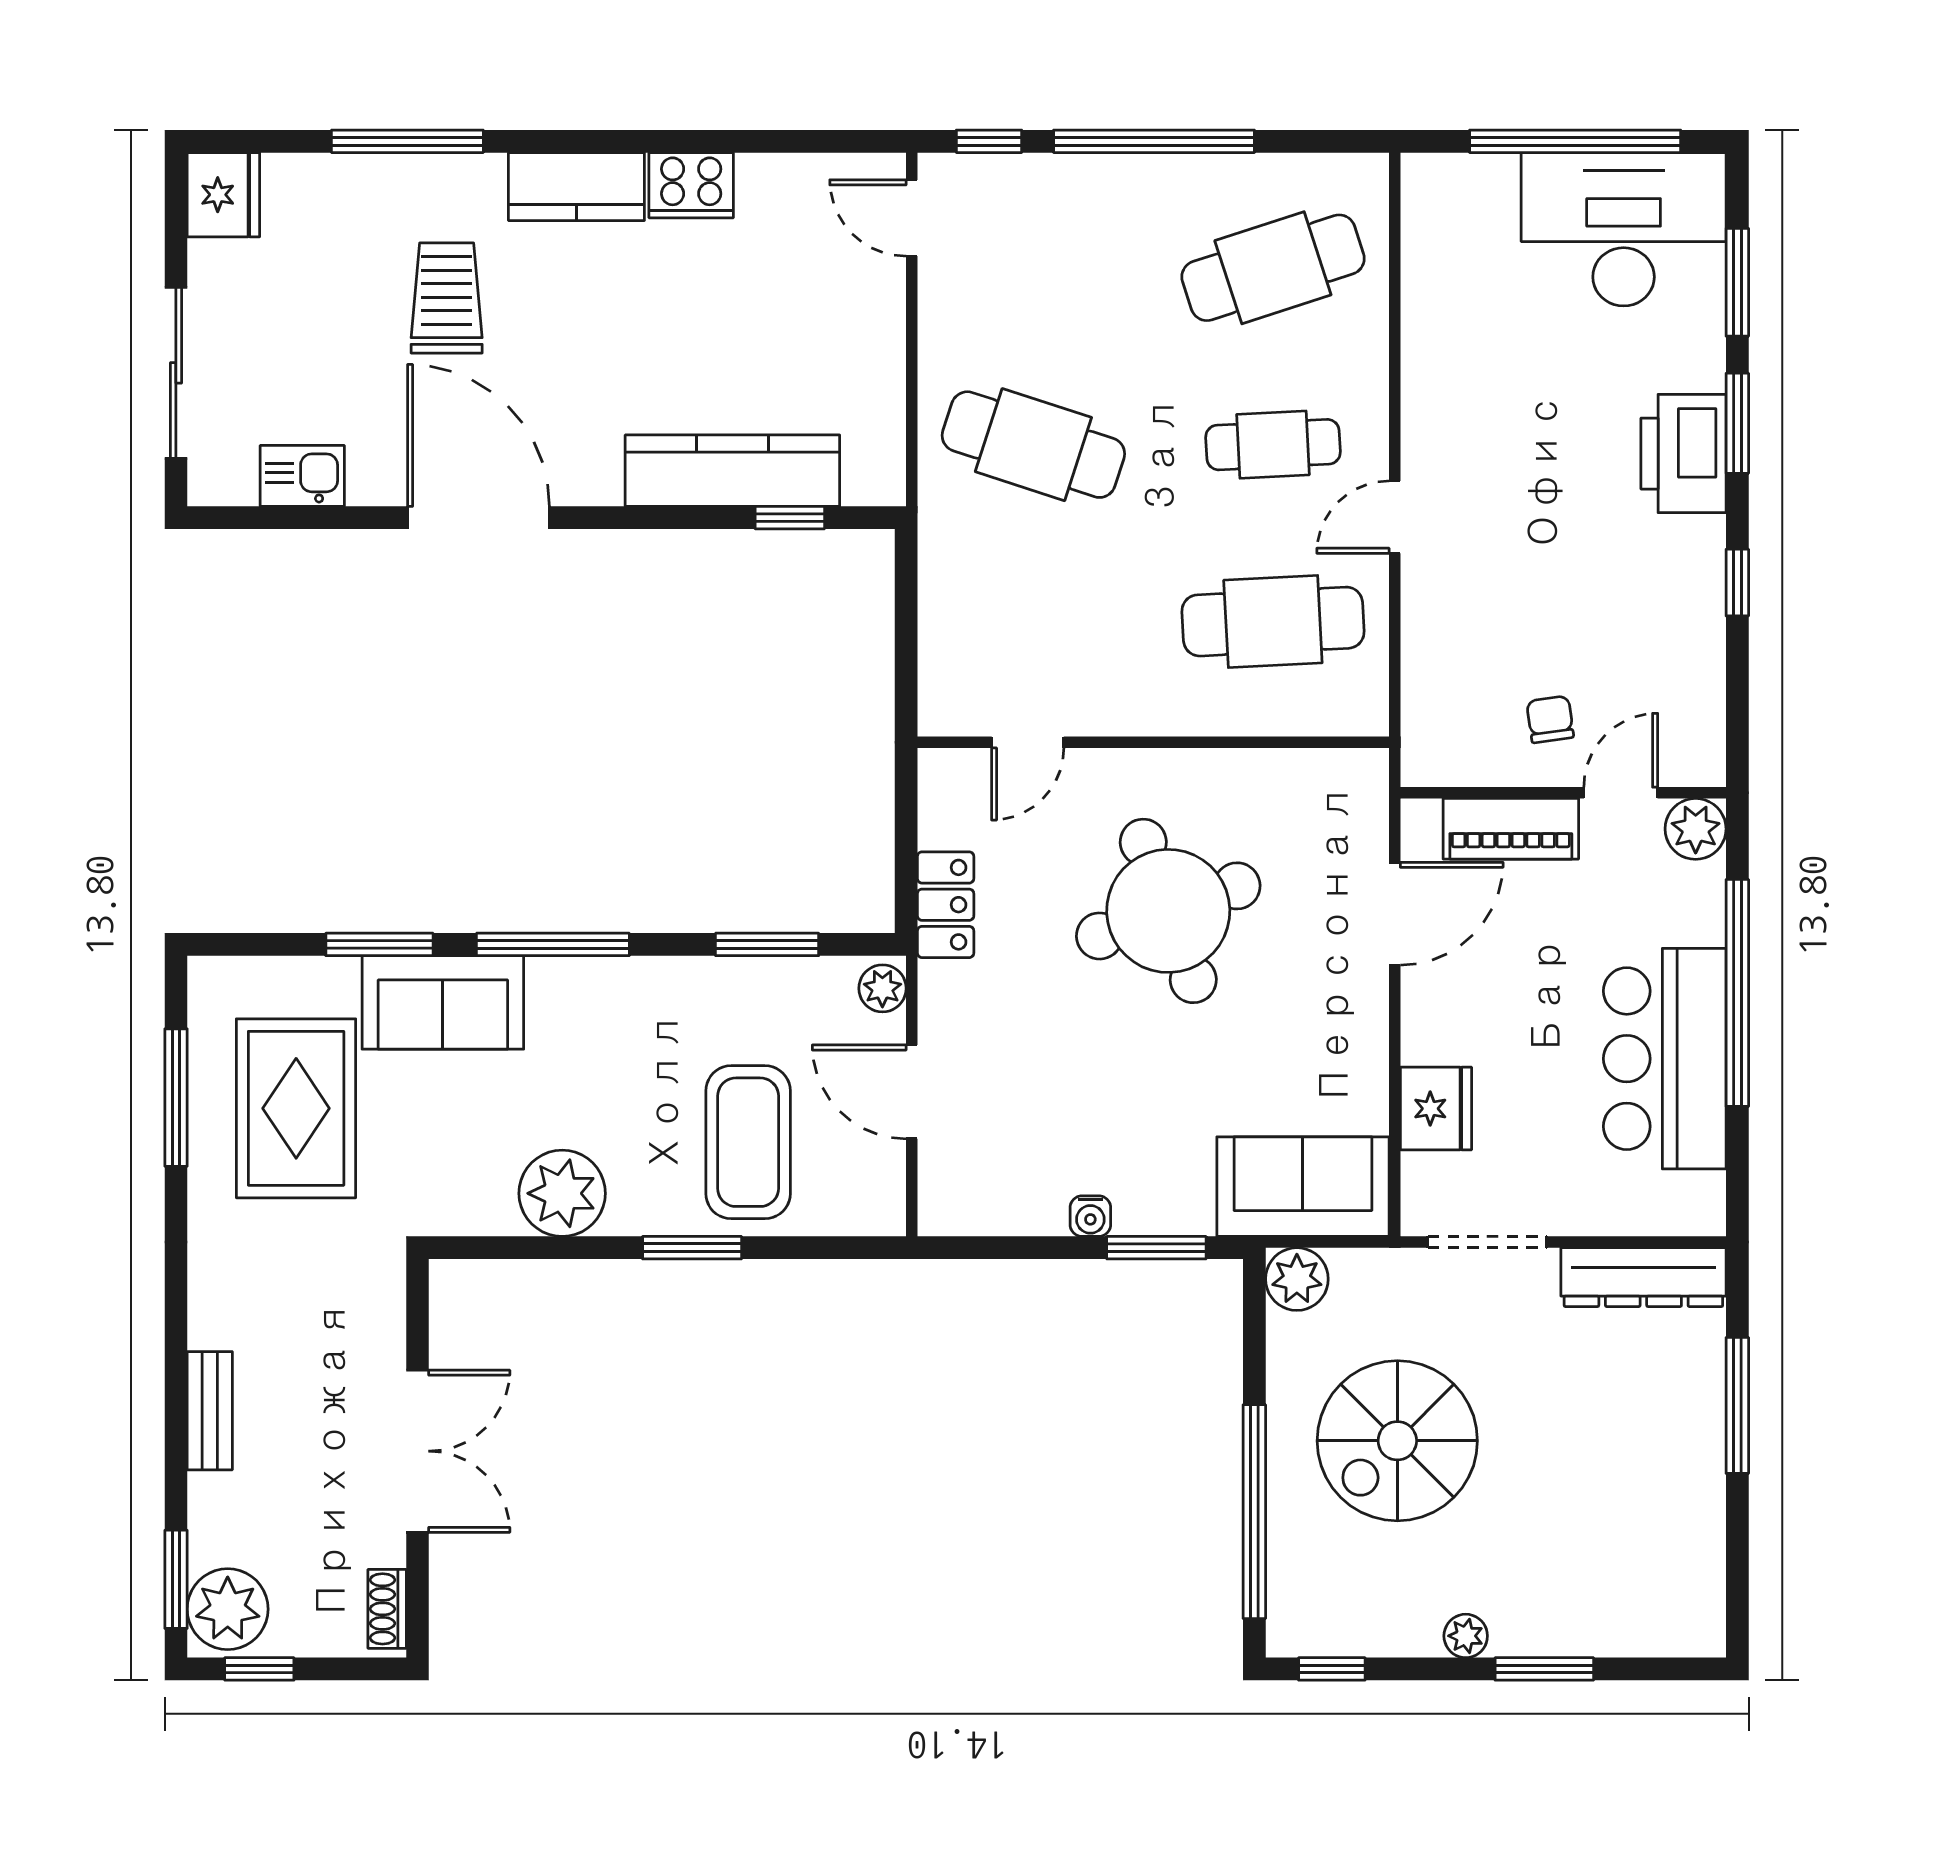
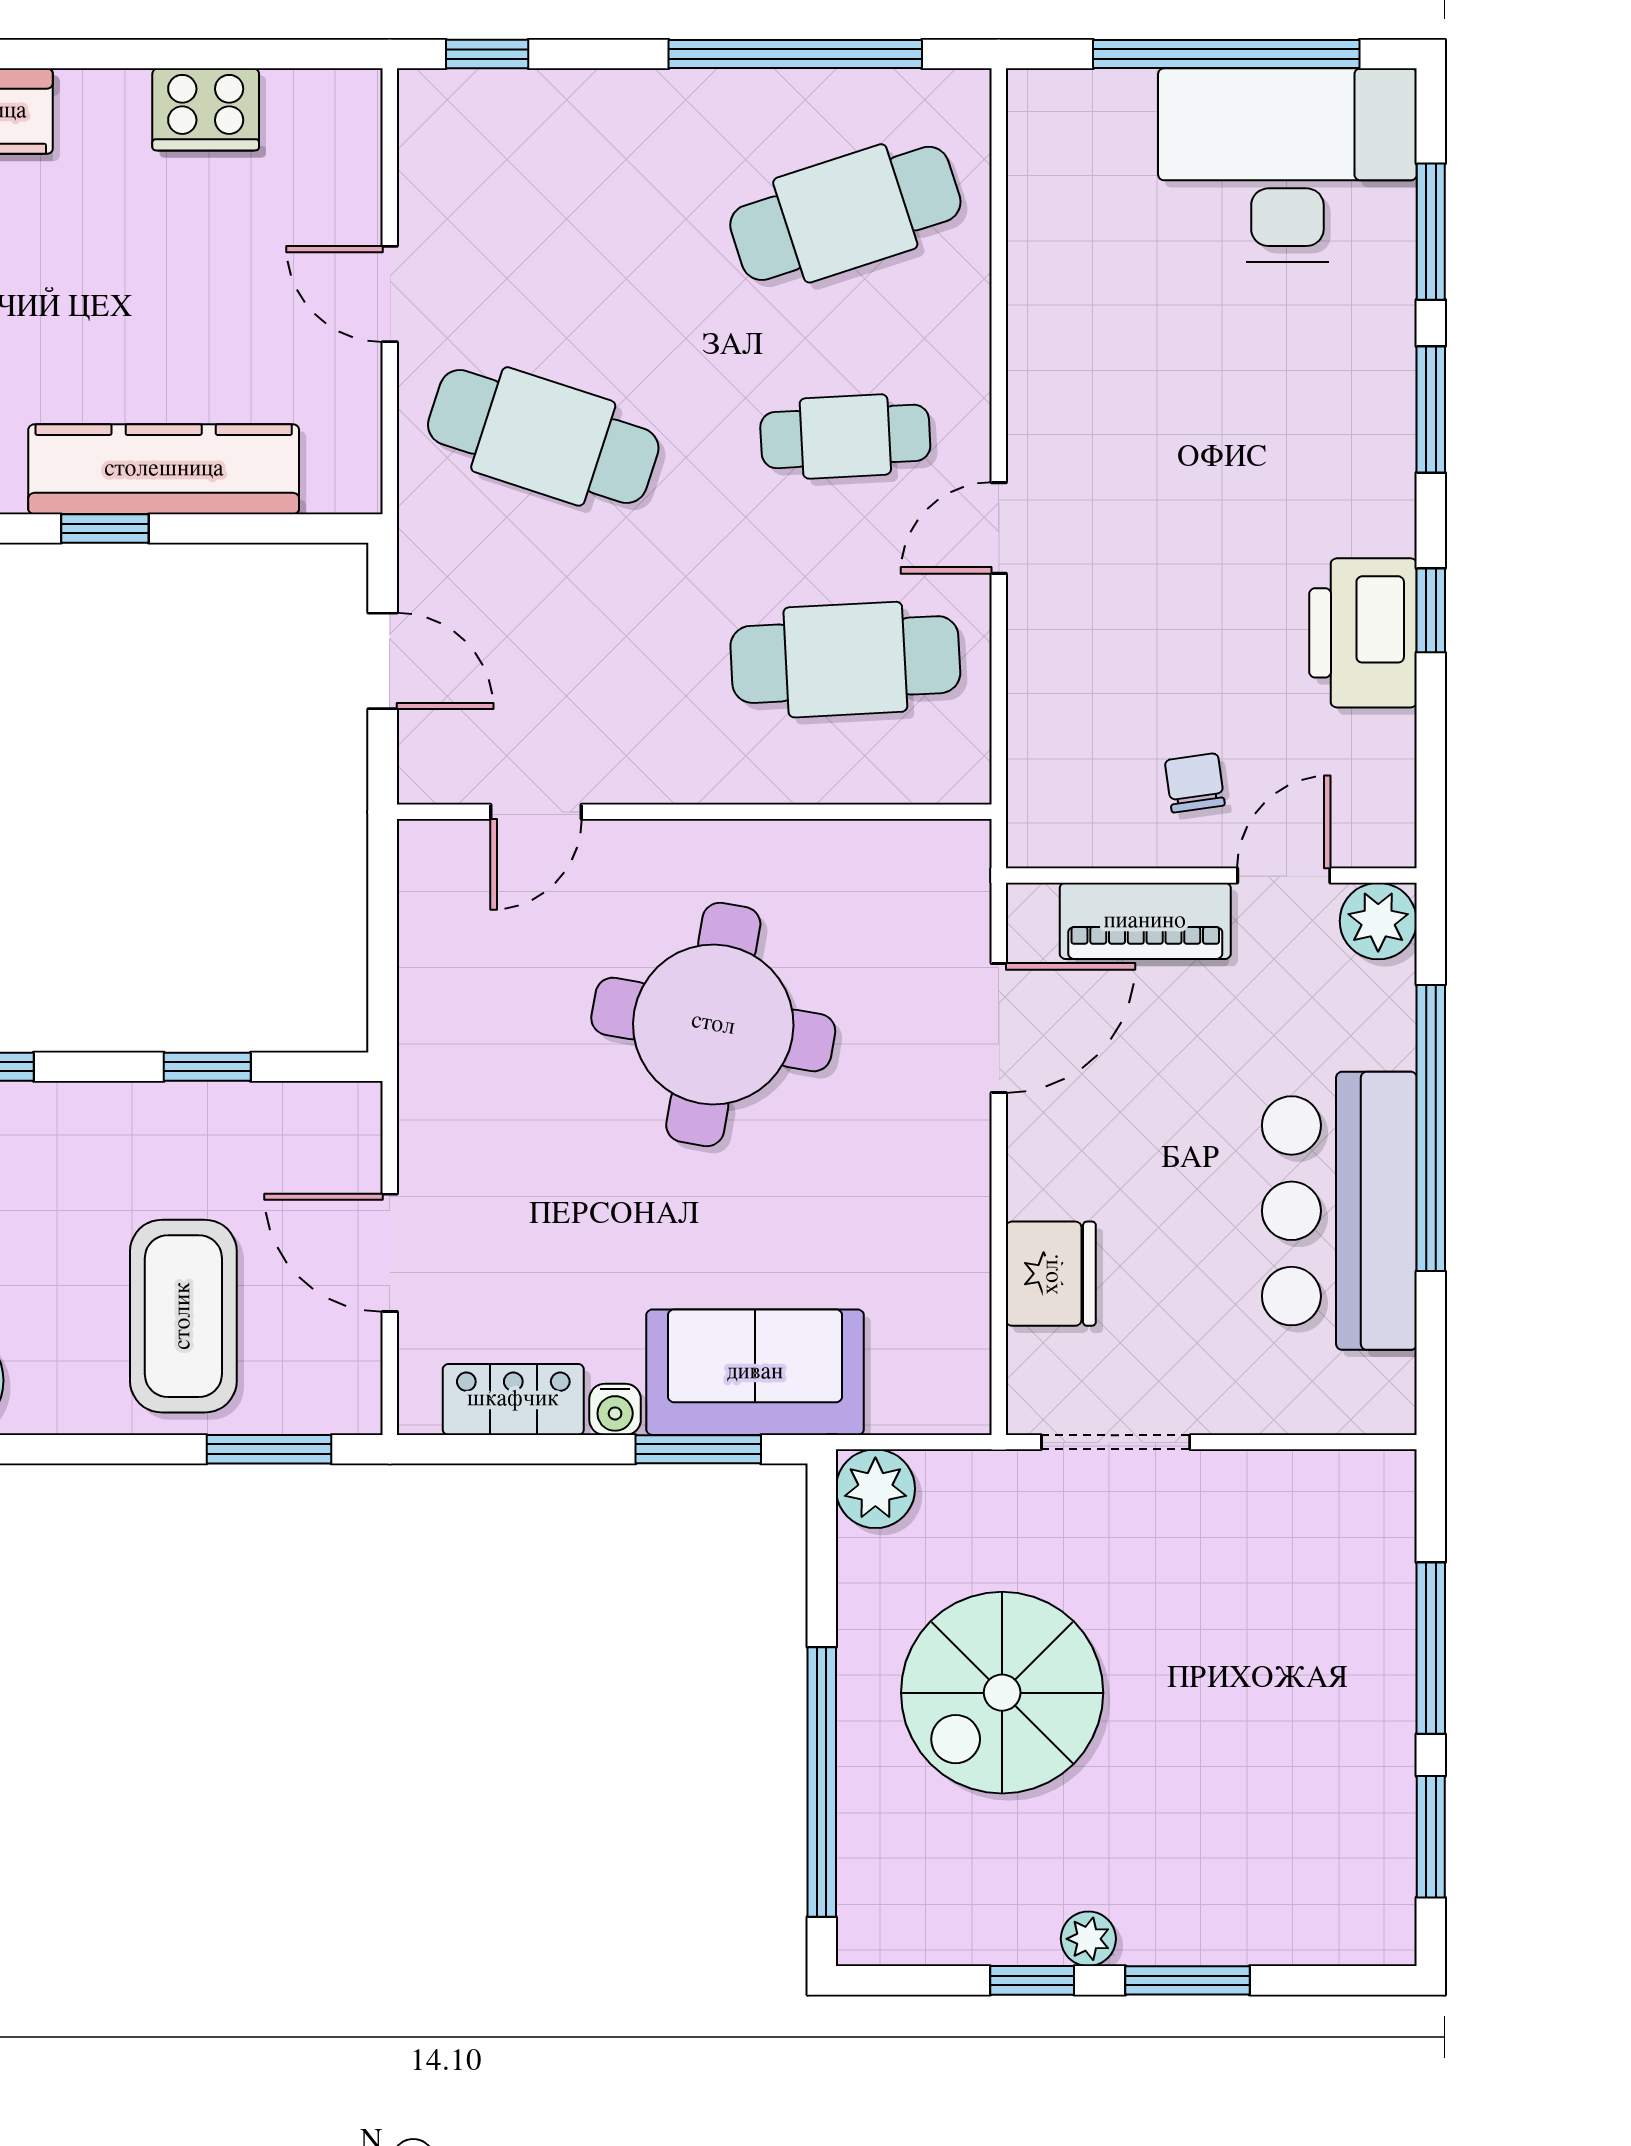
window: (1154, 141) -> (795, 54), moved
cooker: (691, 185) -> (206, 109), moved
door: (912, 218) -> (390, 294), moved
printer: (1684, 454) -> (1363, 633), moved
window: (790, 518) -> (105, 529), moved
door: (906, 623) -> (383, 661), added
locker: (946, 905) -> (513, 1399), moved, turned -90
round table: (1168, 911) -> (713, 1024), turned 30
window: (767, 944) -> (207, 1067), width x0.67
plant: (882, 988) -> (353, 1122), removed
sofa: (1303, 1187) -> (755, 1372), moved
window: (692, 1248) -> (269, 1449), moved
dresser: (1643, 1277) -> (1312, 1486), removed
window: (1737, 1555) -> (1431, 1837), added
window: (1332, 1669) -> (1032, 1980), moved

